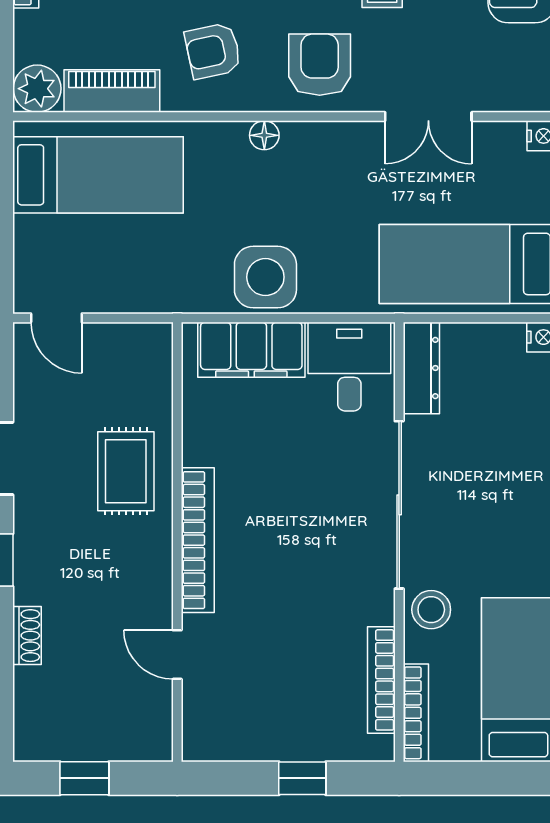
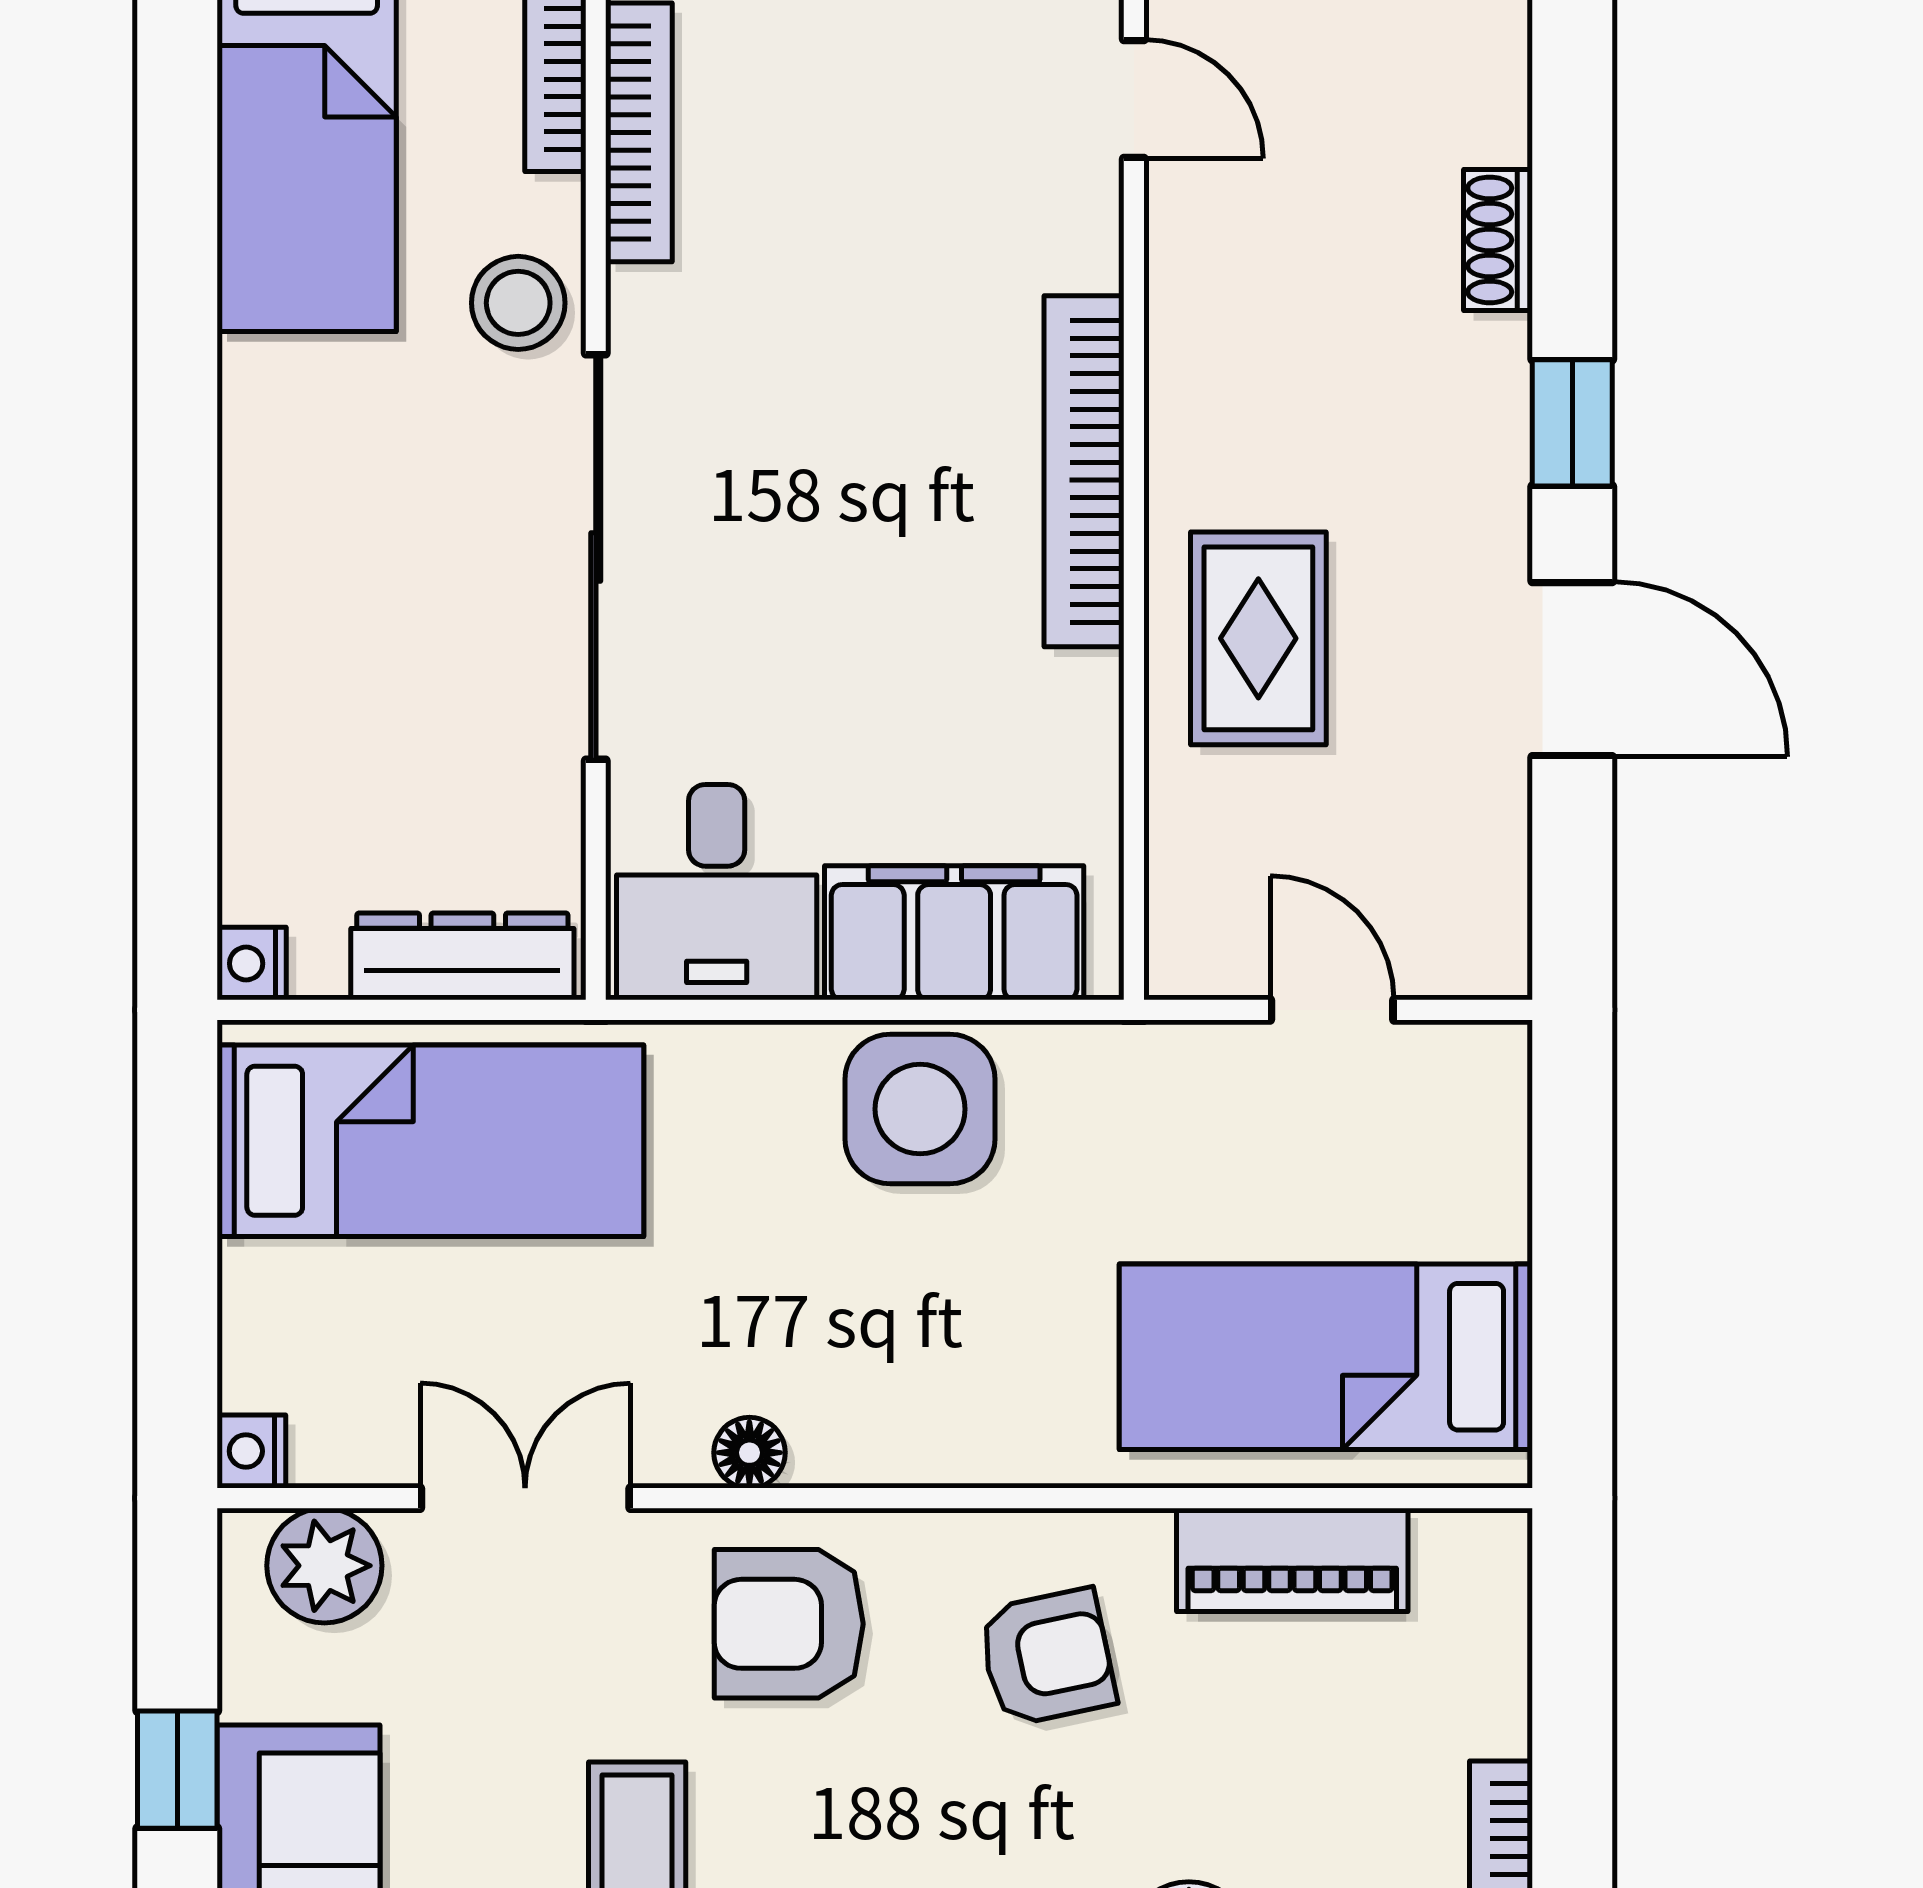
armchair: (320, 65) -> (789, 1624), turned 90
plant: (37, 89) -> (324, 1566), moved
floor lamp: (264, 135) -> (749, 1453), moved
door: (56, 318) -> (1332, 1010), moved
dresser: (421, 368) -> (462, 956), moved, turned 90
door: (177, 655) -> (1134, 99), moved

